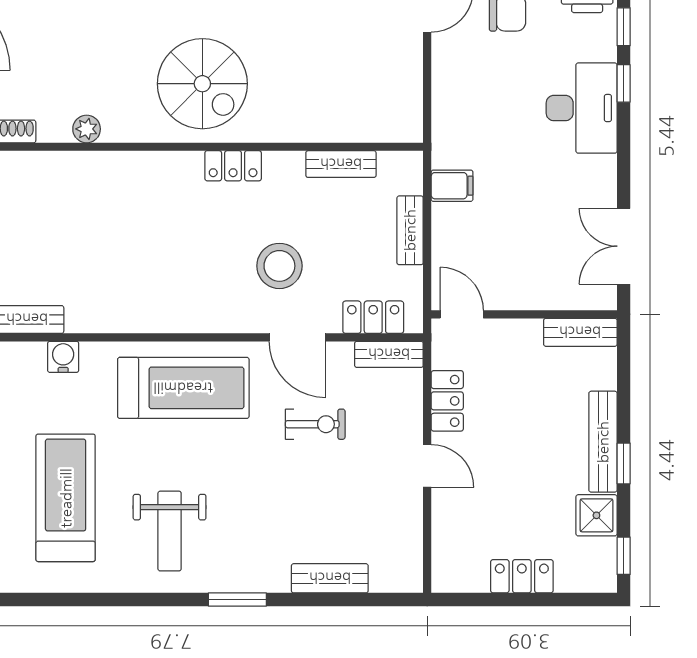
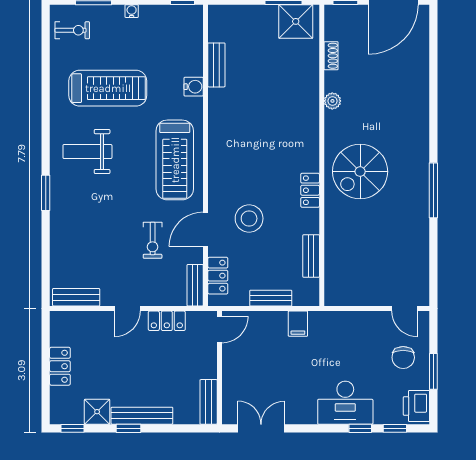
bench: (330, 578) -> (76, 297), moved, turned 90

